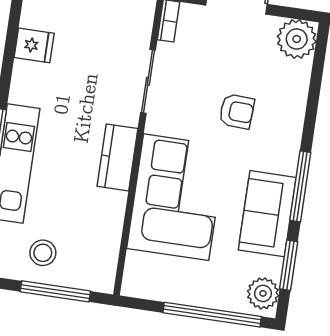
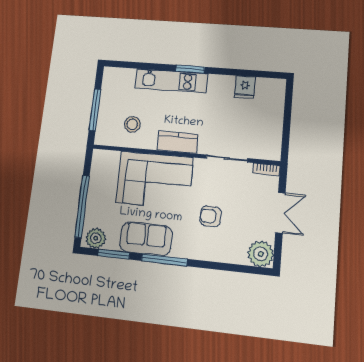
armchair: (237, 111) -> (211, 216), turned 87
stool: (43, 253) -> (132, 124), moved

